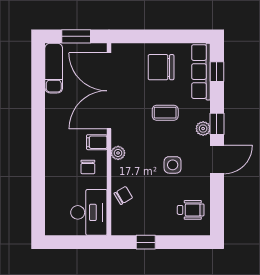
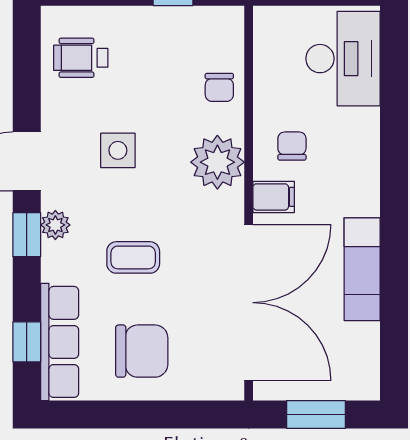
exam couch: (54, 68) -> (362, 269), moved
plant: (118, 153) -> (217, 162), width x1.88, depth x1.88
chair: (123, 196) -> (219, 87), turned -59
desk: (89, 212) -> (343, 59), moved, turned 180

